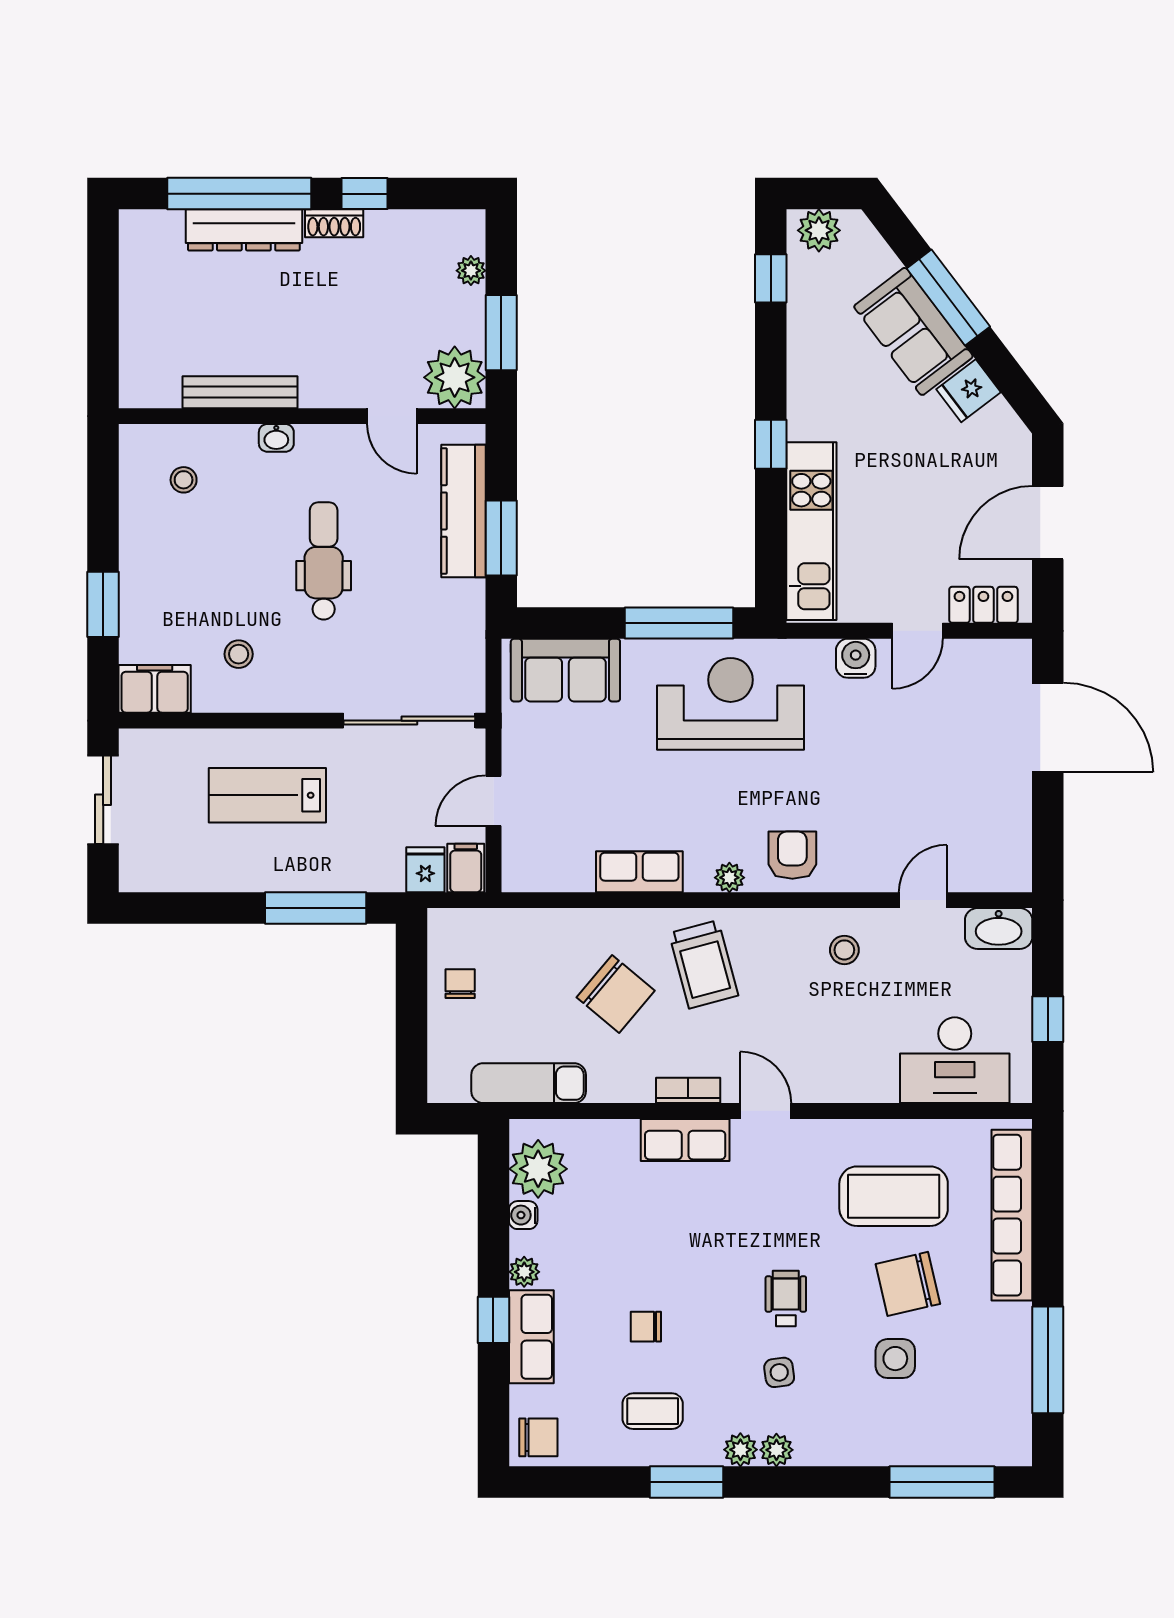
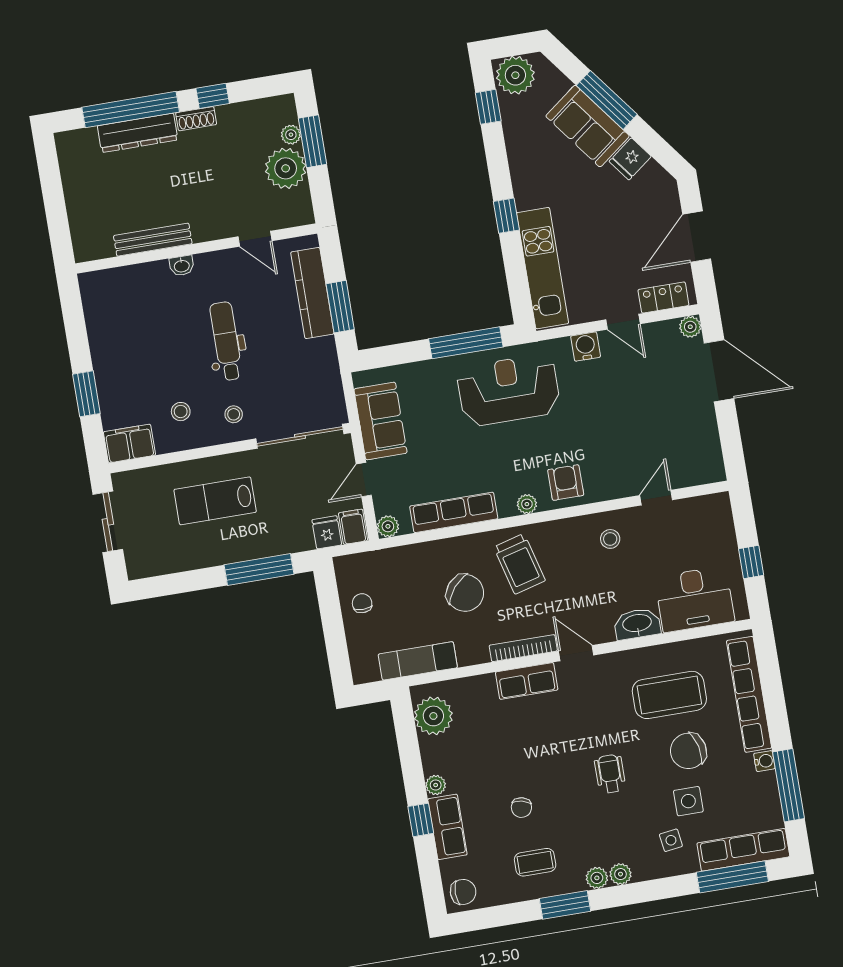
plant: (819, 230) -> (515, 75), width x1.36, depth x1.36
window: (501, 333) -> (312, 141), moved
plant: (455, 377) -> (286, 168), moved
stool: (184, 480) -> (234, 414), moved
door: (917, 631) -> (623, 322), hinge flipped
plant: (1016, 655) -> (690, 327), added
sofa: (565, 670) -> (380, 421), moved, turned -90
row of seats: (639, 872) -> (454, 512), width x1.48
plant: (518, 876) -> (388, 526), added
washbasin: (999, 928) -> (637, 624), moved, turned 180
bookcase: (688, 1090) -> (523, 648), width x1.56
water cooler: (523, 1215) -> (764, 761), moved, turned 180
chair: (646, 1327) -> (521, 808), turned -77
side table: (779, 1372) -> (671, 840), moved
row of seats: (965, 1444) -> (743, 850), added

